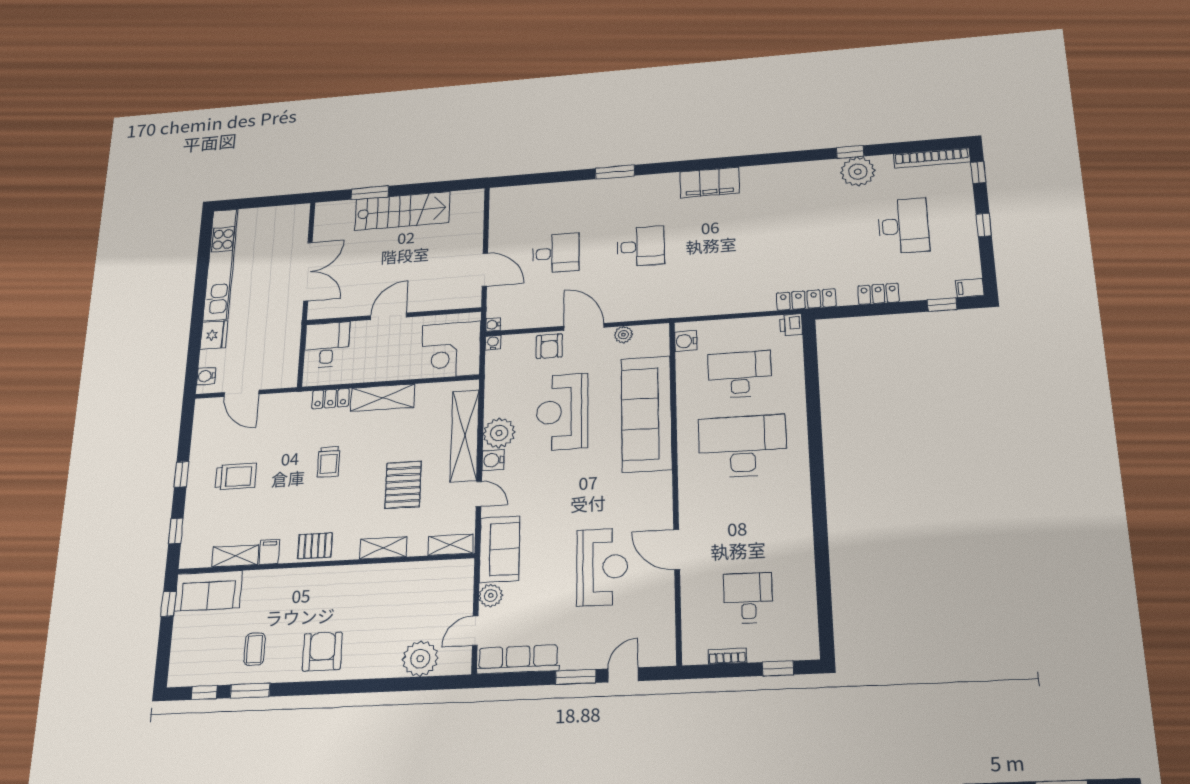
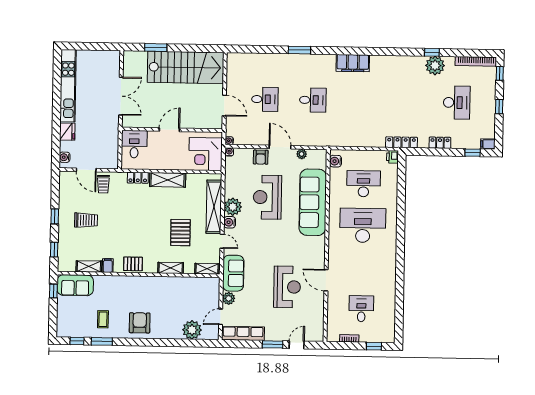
stairs: (402, 211) -> (186, 67), width x1.36, depth x1.51
trolley: (329, 462) -> (103, 184), moved

